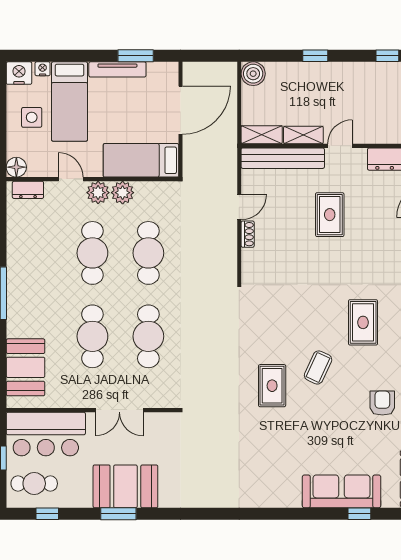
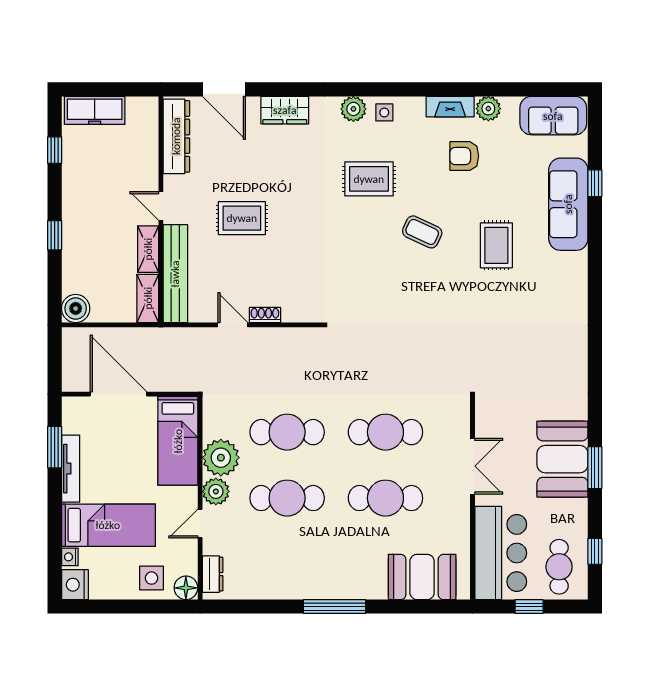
side table: (32, 117) -> (152, 578), moved
plant: (123, 193) -> (221, 458), width x1.36, depth x1.36
rug: (272, 386) -> (496, 245), moved, turned 90

